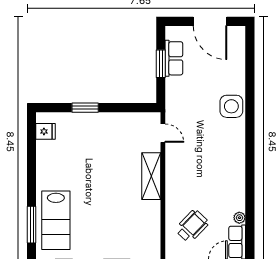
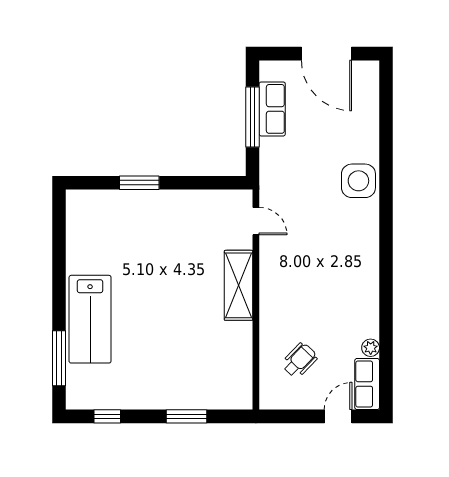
window: (161, 64) -> (253, 117), width x1.44
fridge: (45, 131) -> (80, 219), removed
lab bench: (56, 220) -> (90, 319), moved
wheelchair: (192, 226) -> (299, 360), width x0.73, depth x0.73

